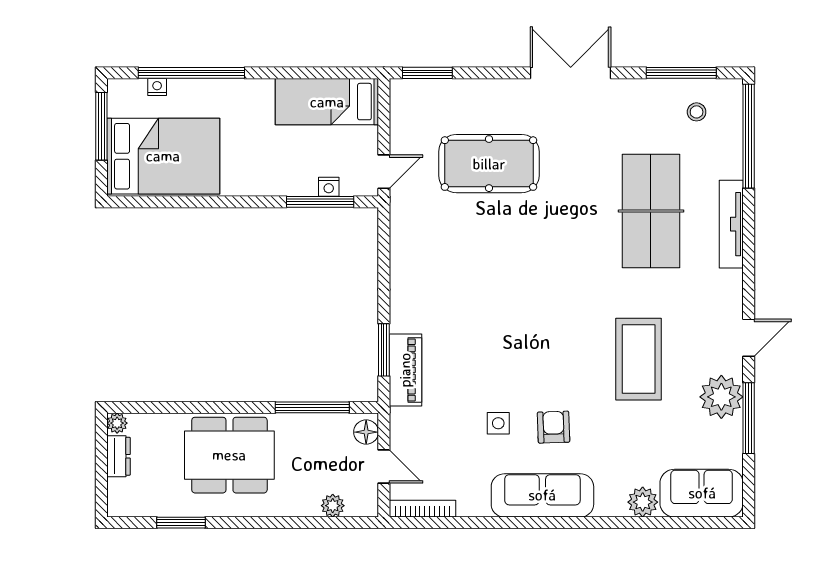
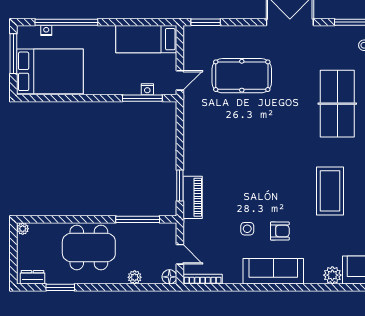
armchair: (554, 427) -> (280, 231), turned 92
floor lamp: (366, 432) -> (169, 277), moved
dresser: (118, 456) -> (32, 277), moved, turned -90
plant: (333, 506) -> (135, 277), moved

